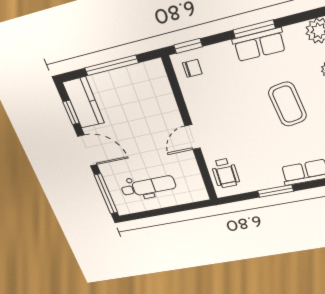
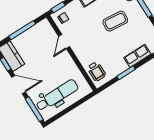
coffee table: (287, 104) -> (115, 21), turned -75
door: (193, 137) -> (64, 42), moved
dental chair: (148, 186) -> (57, 95), width x1.36, depth x1.38

